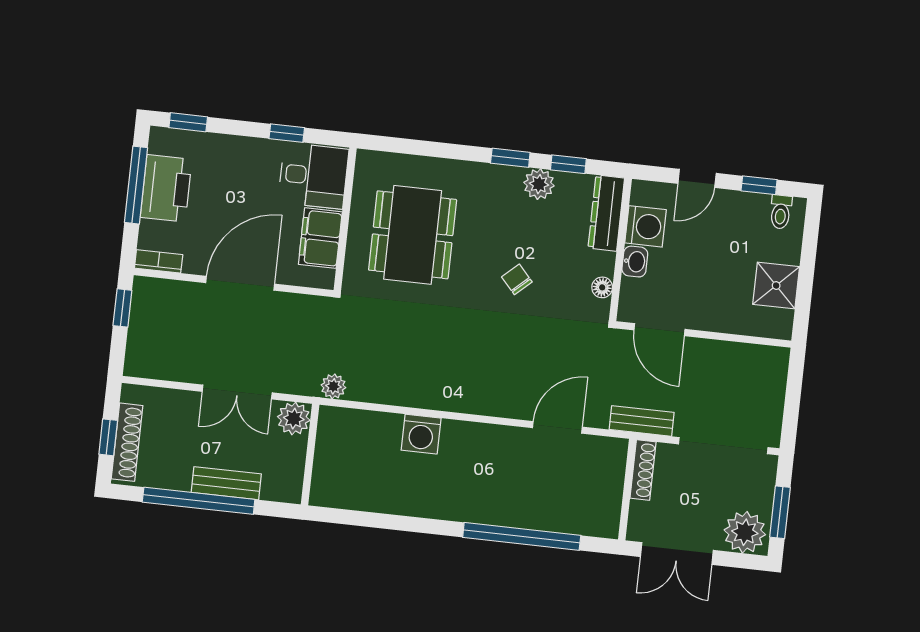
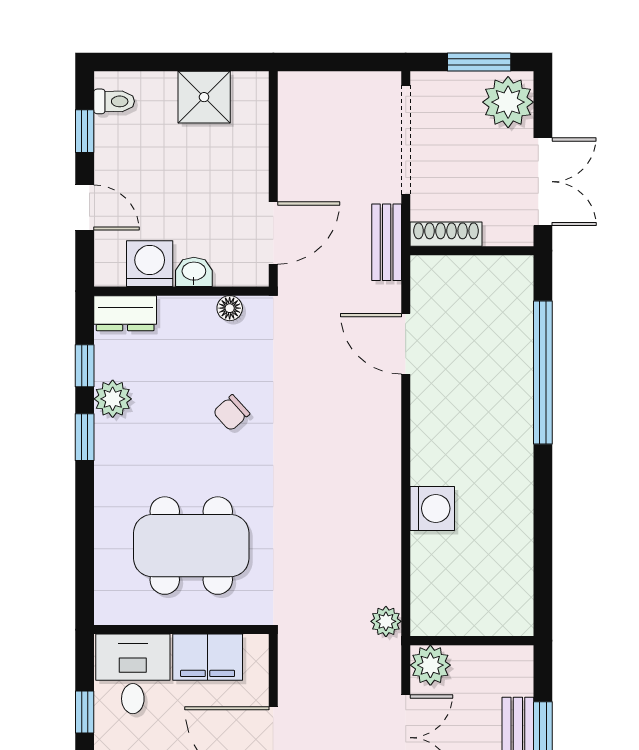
dresser: (606, 213) -> (125, 313), width x0.70

